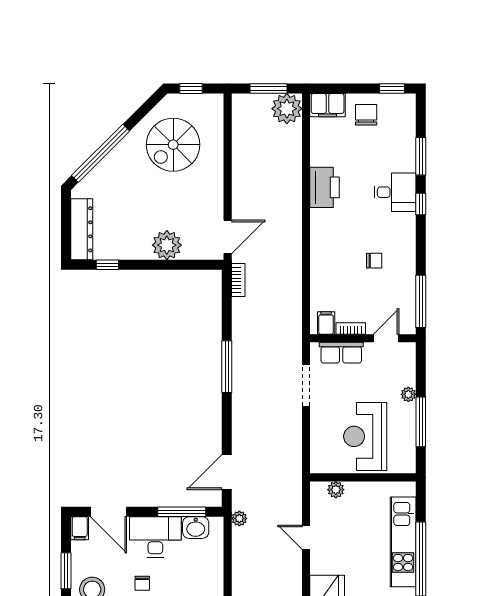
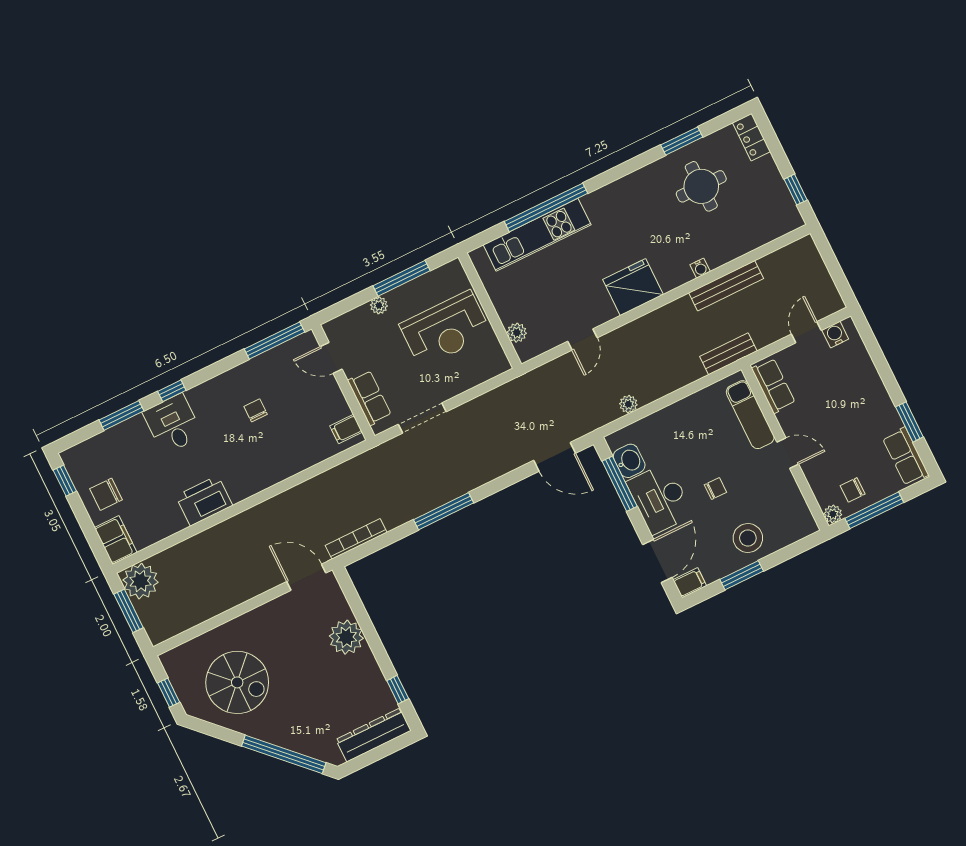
bookcase: (238, 280) -> (356, 539), width x1.56
bookcase: (351, 328) -> (339, 400), removed
plant: (239, 518) -> (628, 404), moved

